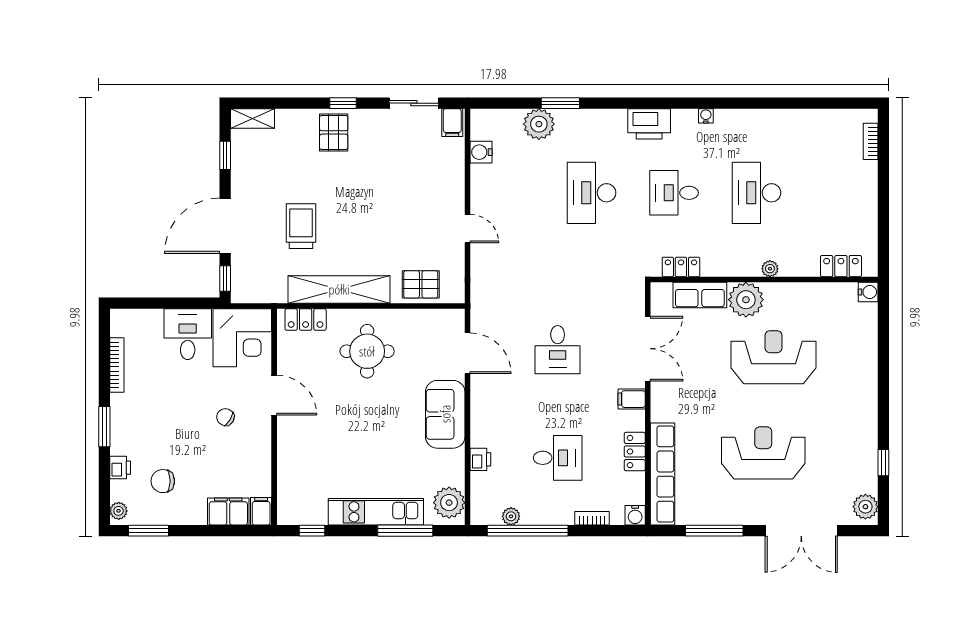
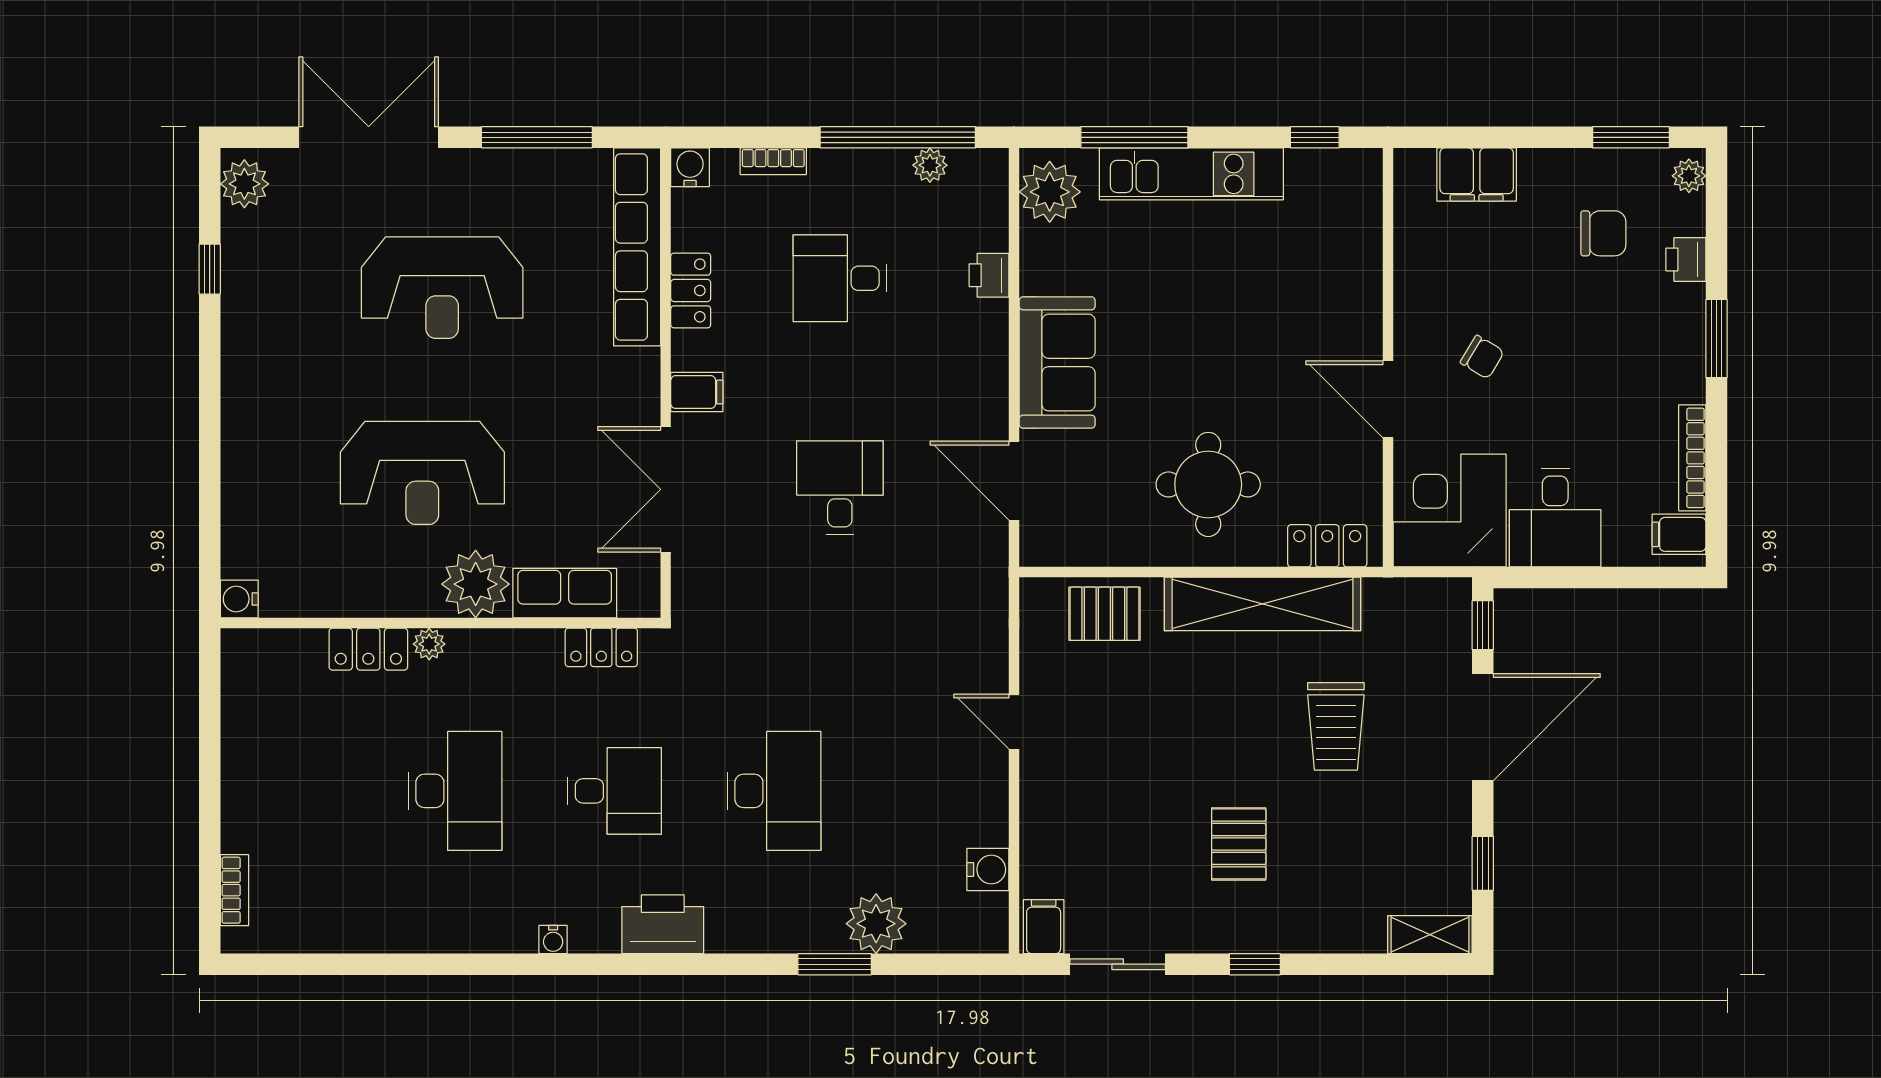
pallet: (334, 132) -> (1239, 844), moved
locker: (841, 266) -> (368, 649), moved
filing cabinet: (261, 511) -> (1679, 534), moved, turned 90

